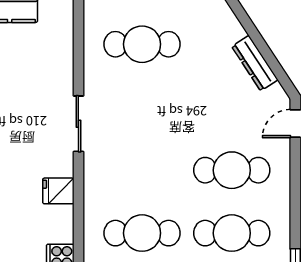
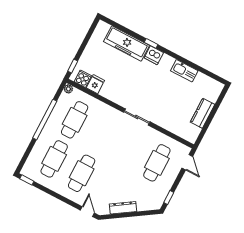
fridge: (58, 191) -> (95, 84), moved

